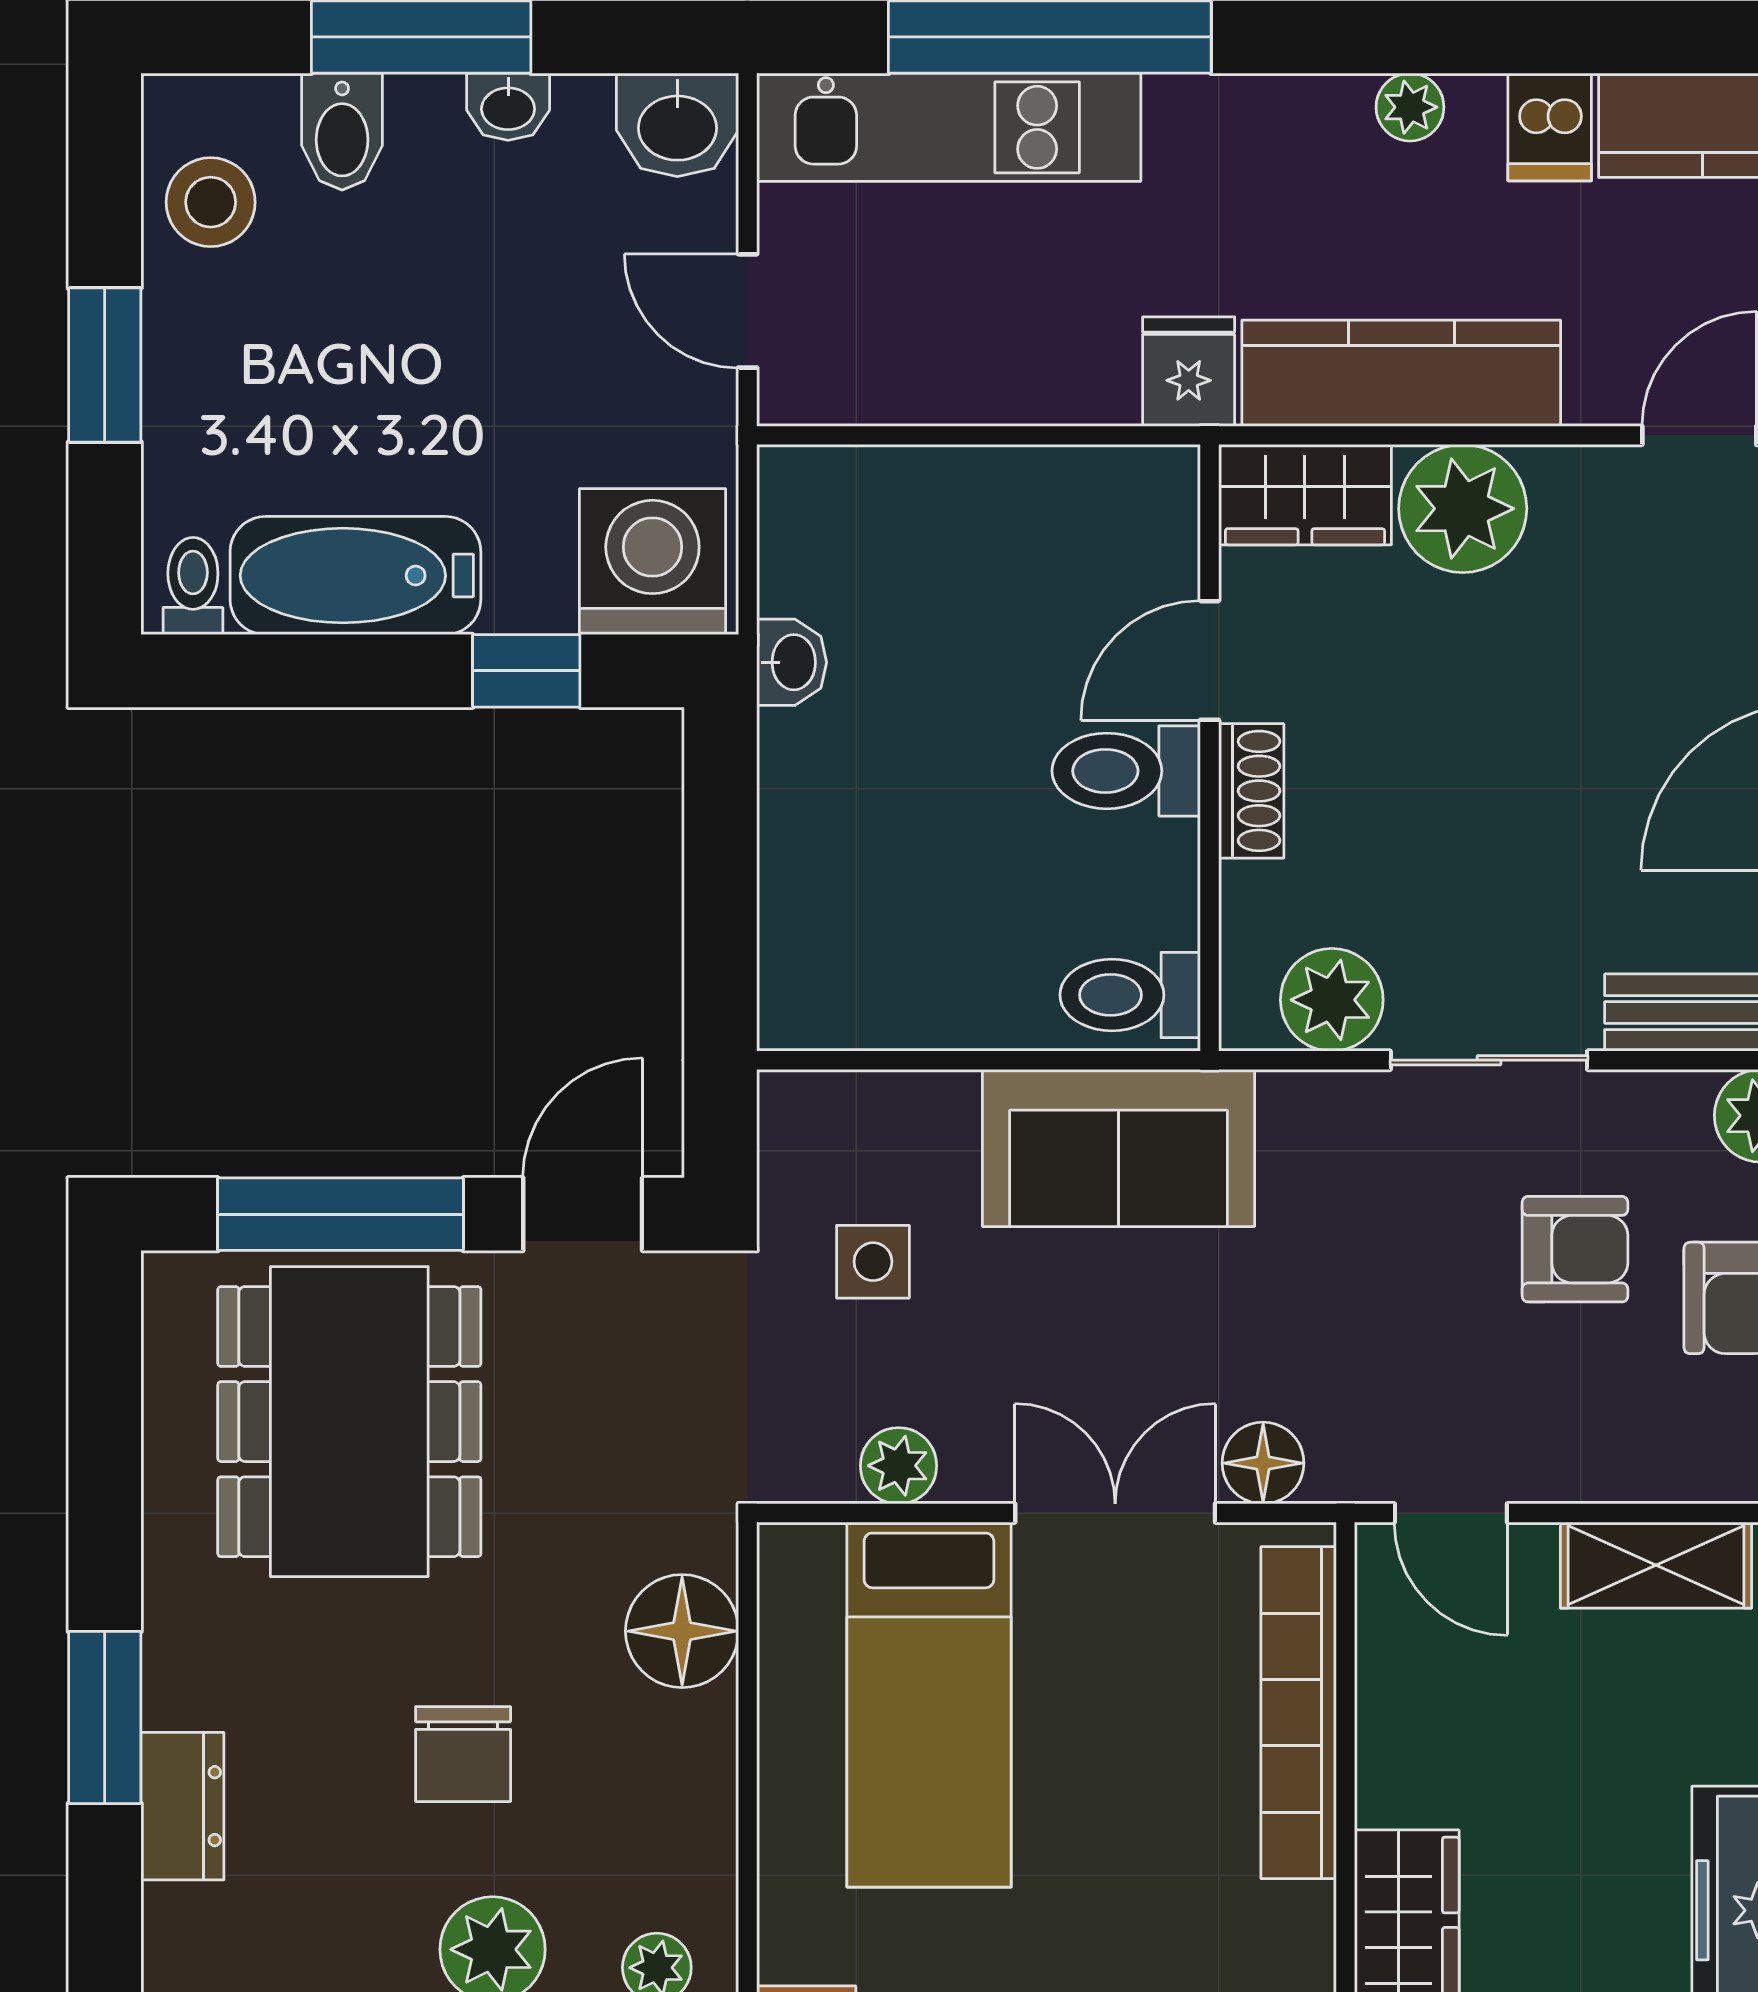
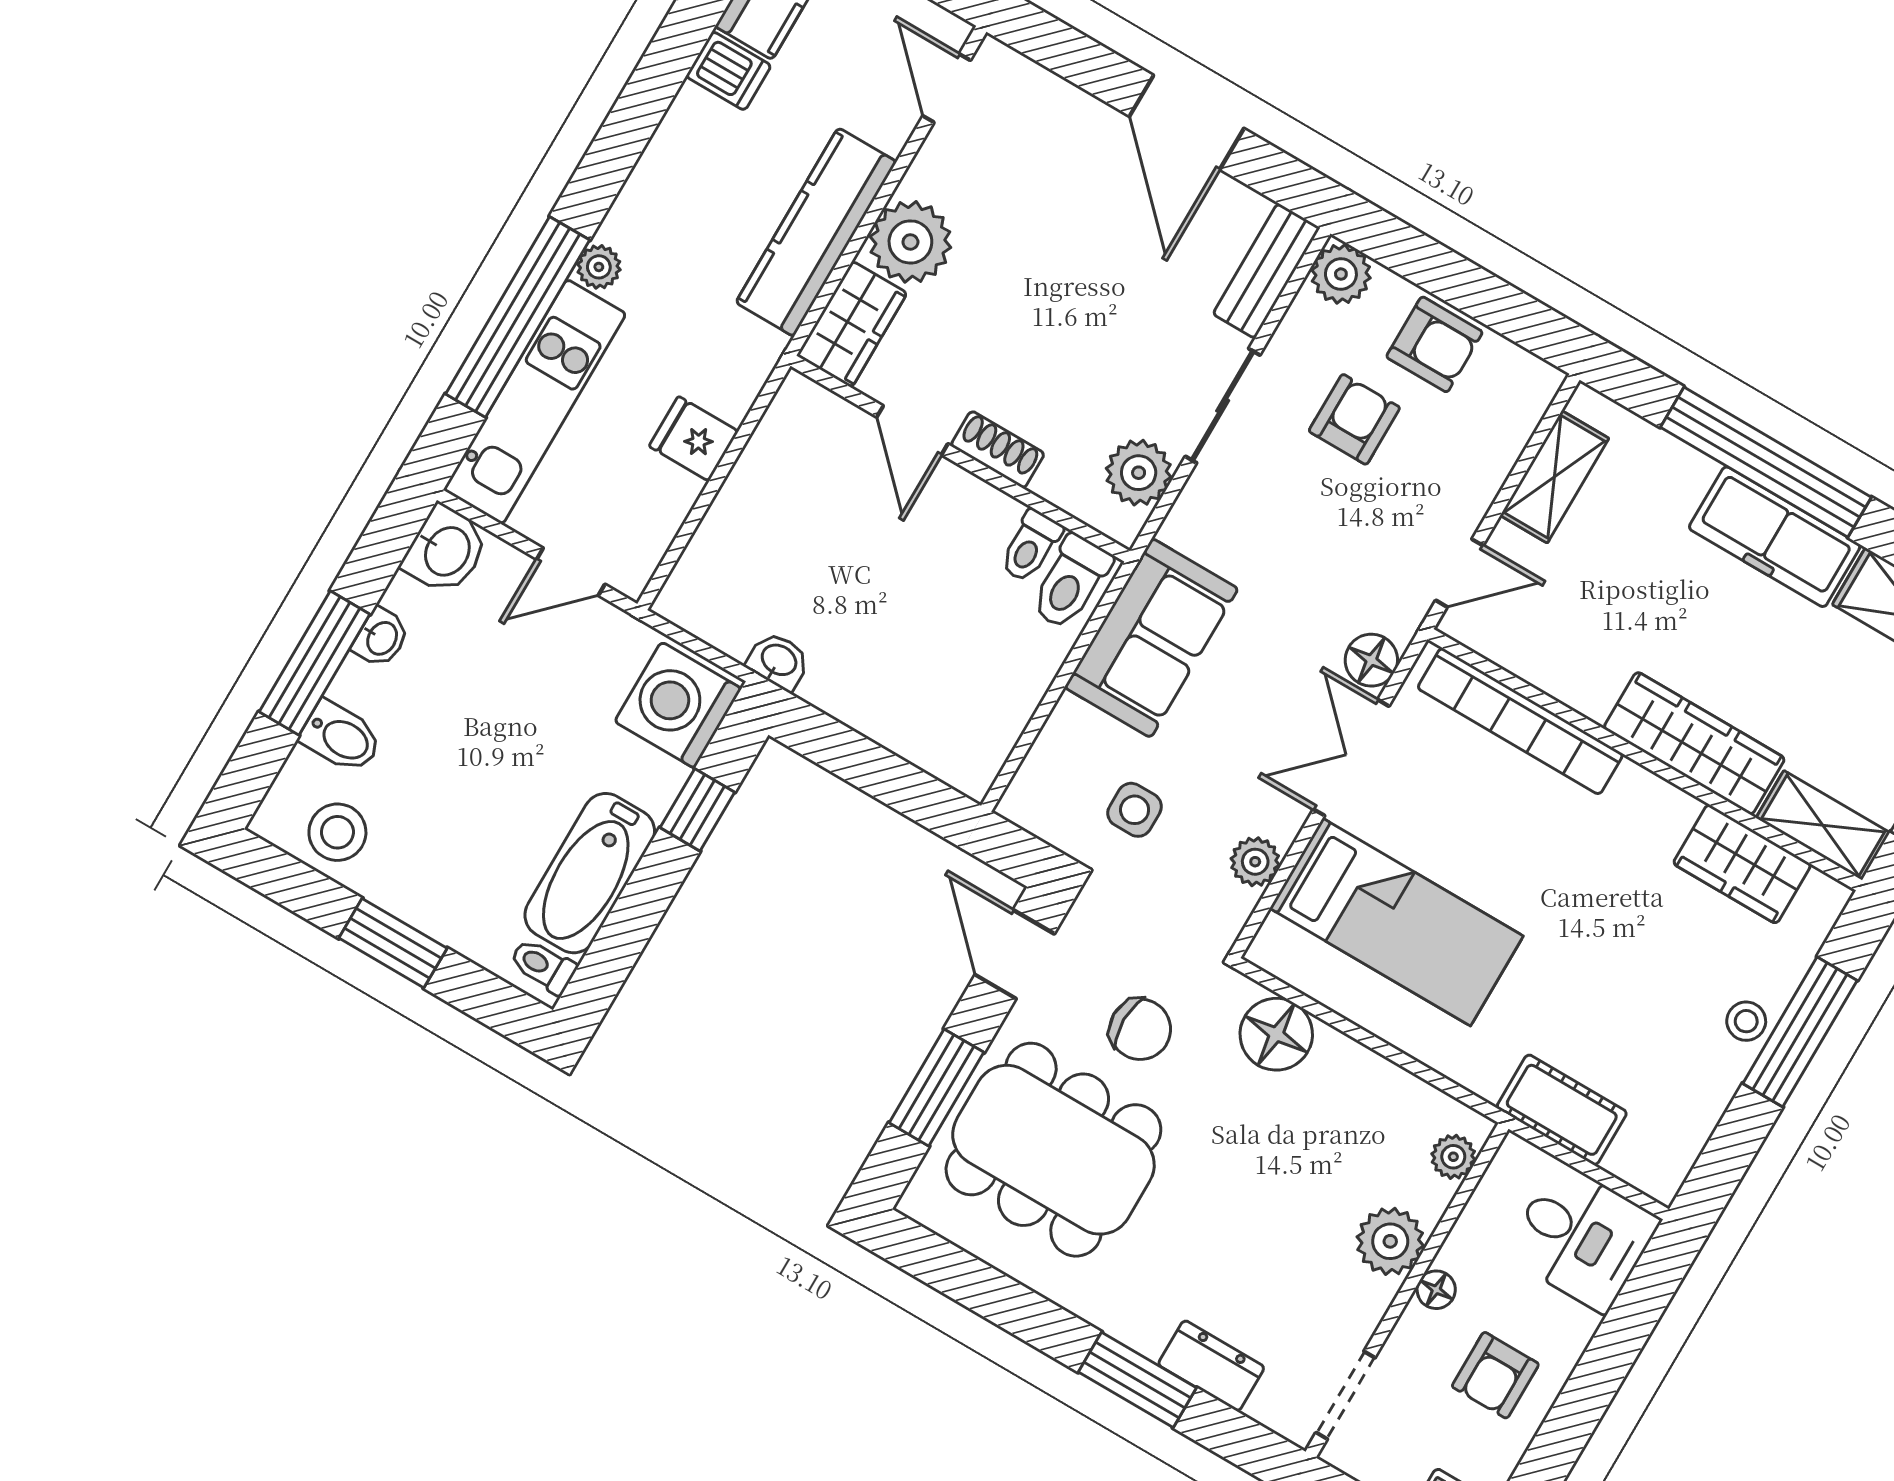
plant: (1410, 107) -> (599, 267), moved
fridge: (1189, 372) -> (694, 439), moved
toilet: (1126, 771) -> (1031, 546), moved, width x0.73, depth x0.72
window: (341, 1214) -> (936, 1088), width x0.69
chair: (463, 1754) -> (1140, 1029), moved

